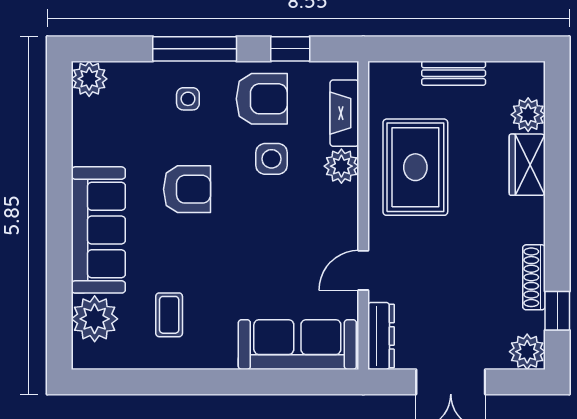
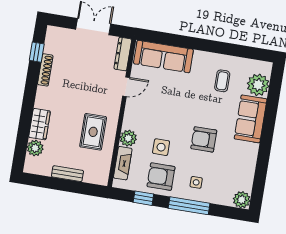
rug: (415, 167) -> (93, 132), width x0.73, depth x0.70
sofa: (98, 230) -> (251, 119), width x0.73
plant: (527, 352) -> (54, 35), removed

